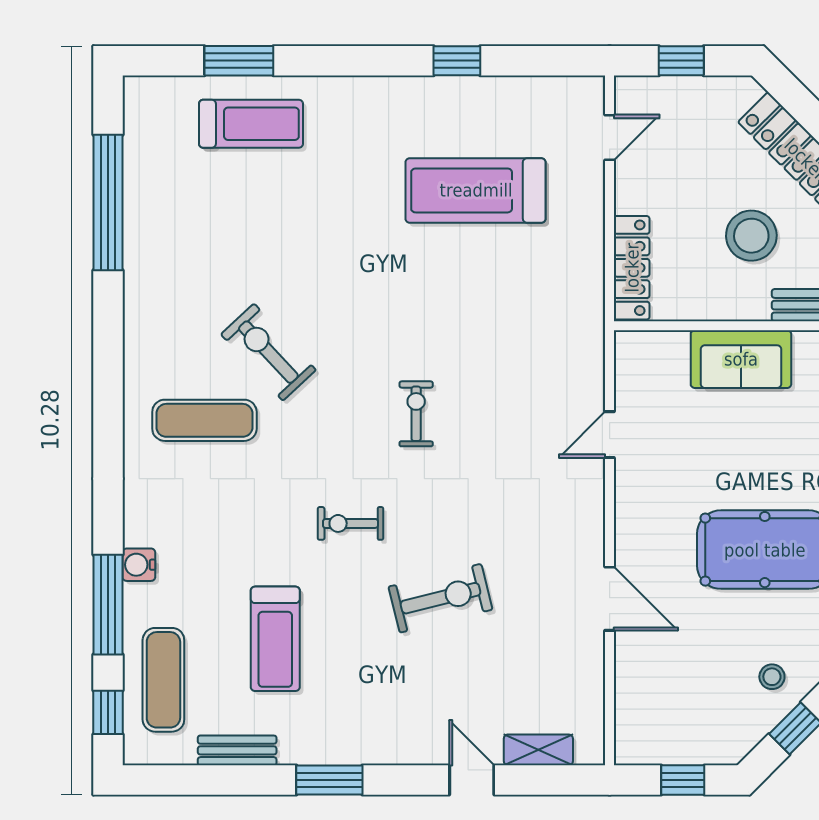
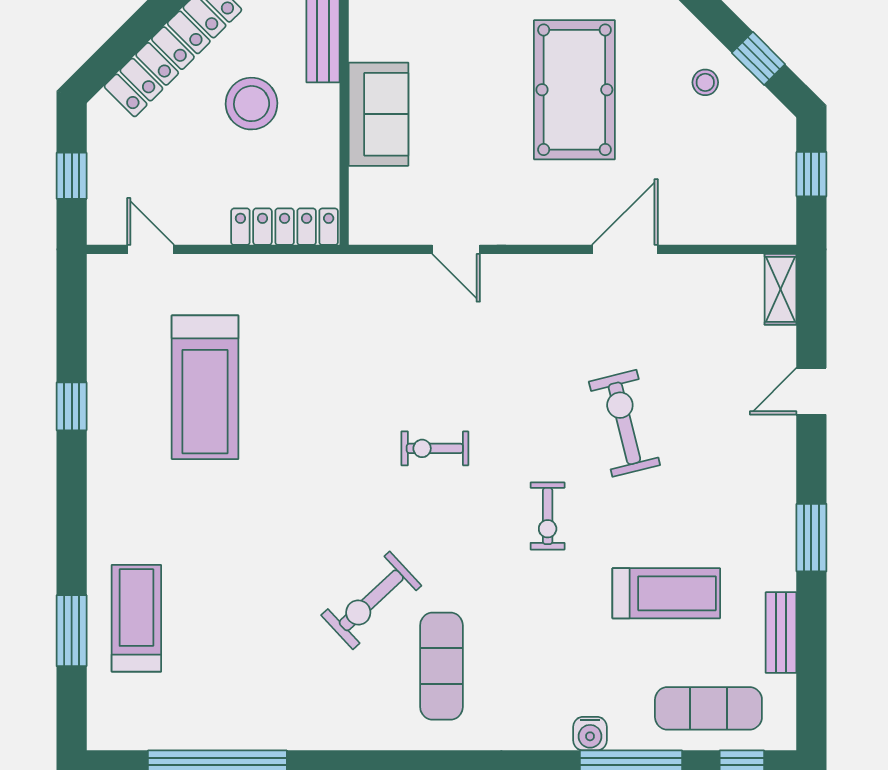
shelving: (538, 750) -> (781, 289), moved

